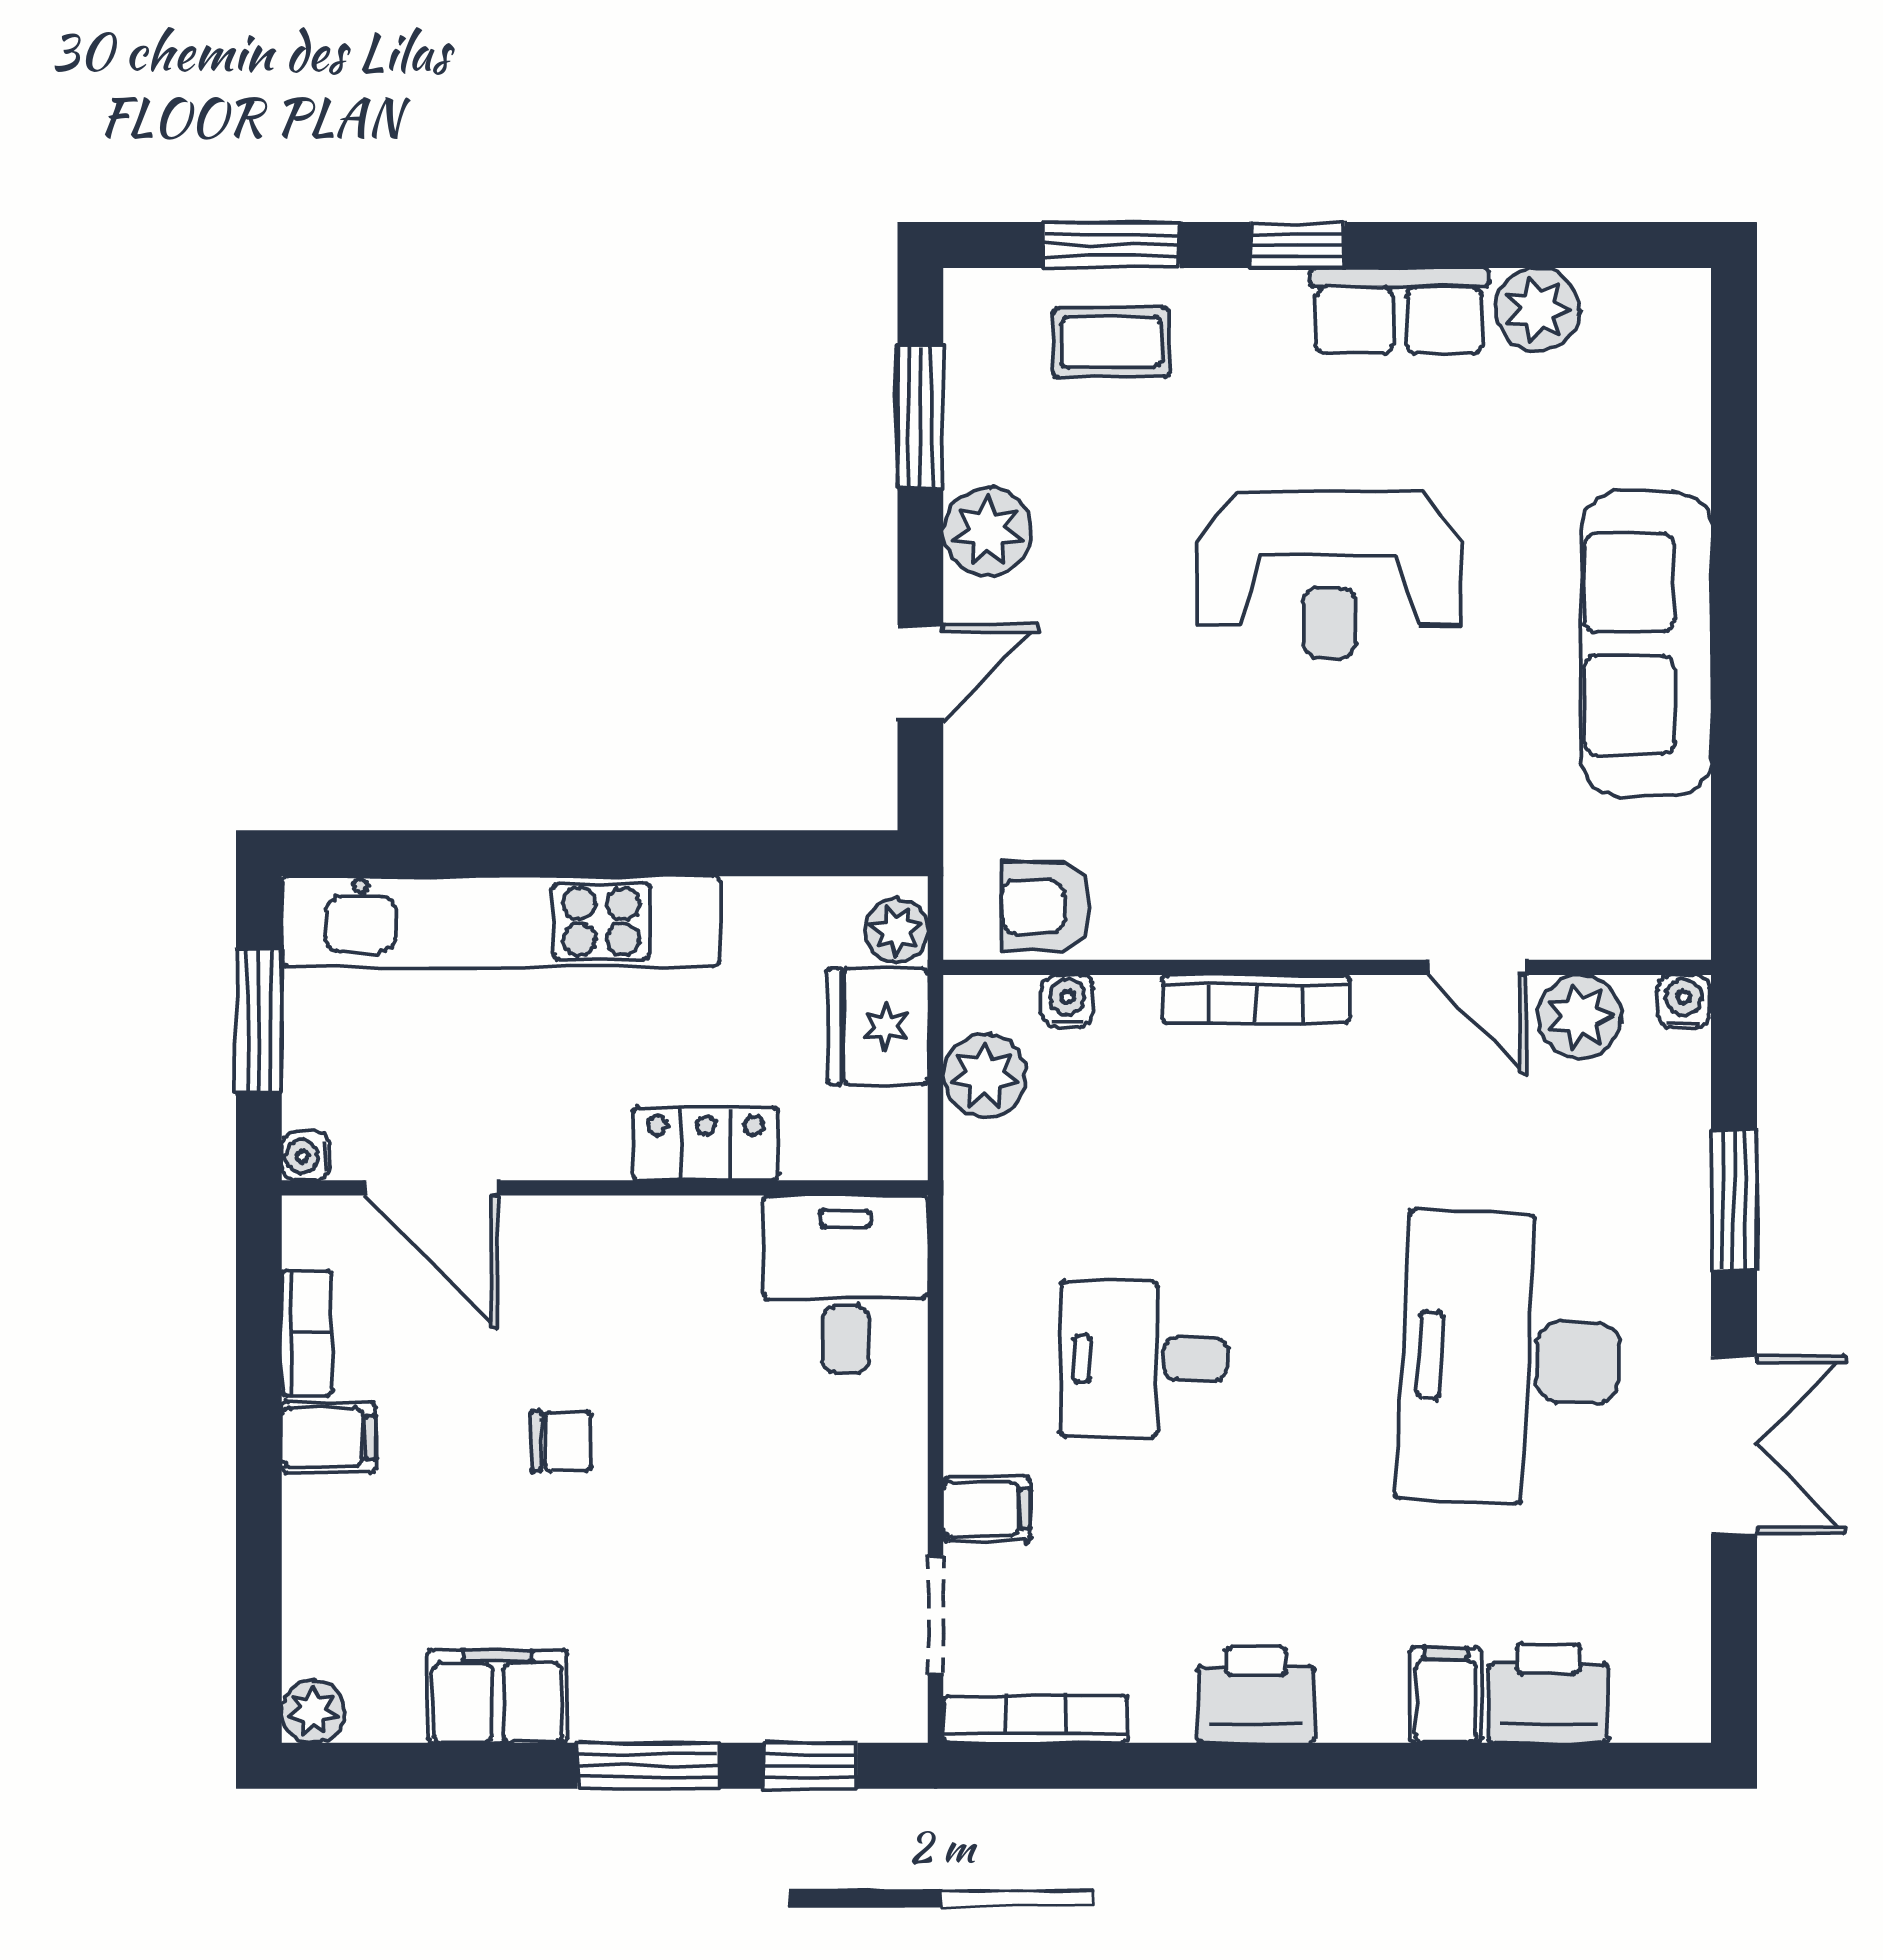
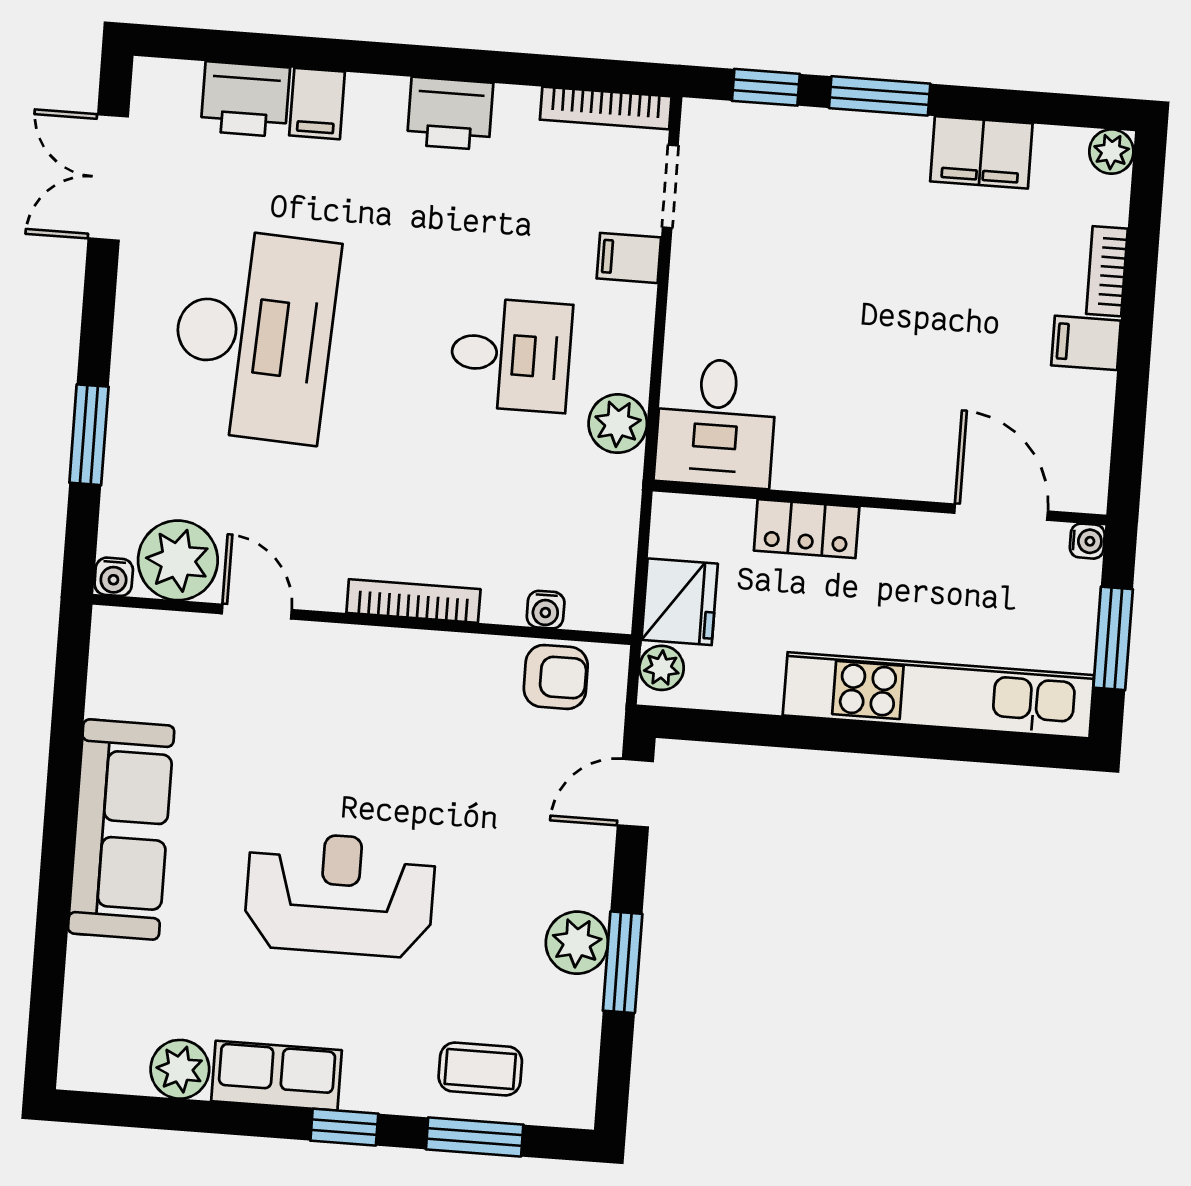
window: (920, 418) -> (623, 962), moved
door: (920, 673) -> (635, 793), moved
plant: (1579, 1017) -> (178, 560), width x1.36, depth x1.36
plant: (985, 1076) -> (618, 424), moved
bookcase: (307, 1333) -> (1107, 271), moved
chair: (561, 1441) -> (923, 328), removed
double door: (1734, 1445) -> (108, 177), moved

